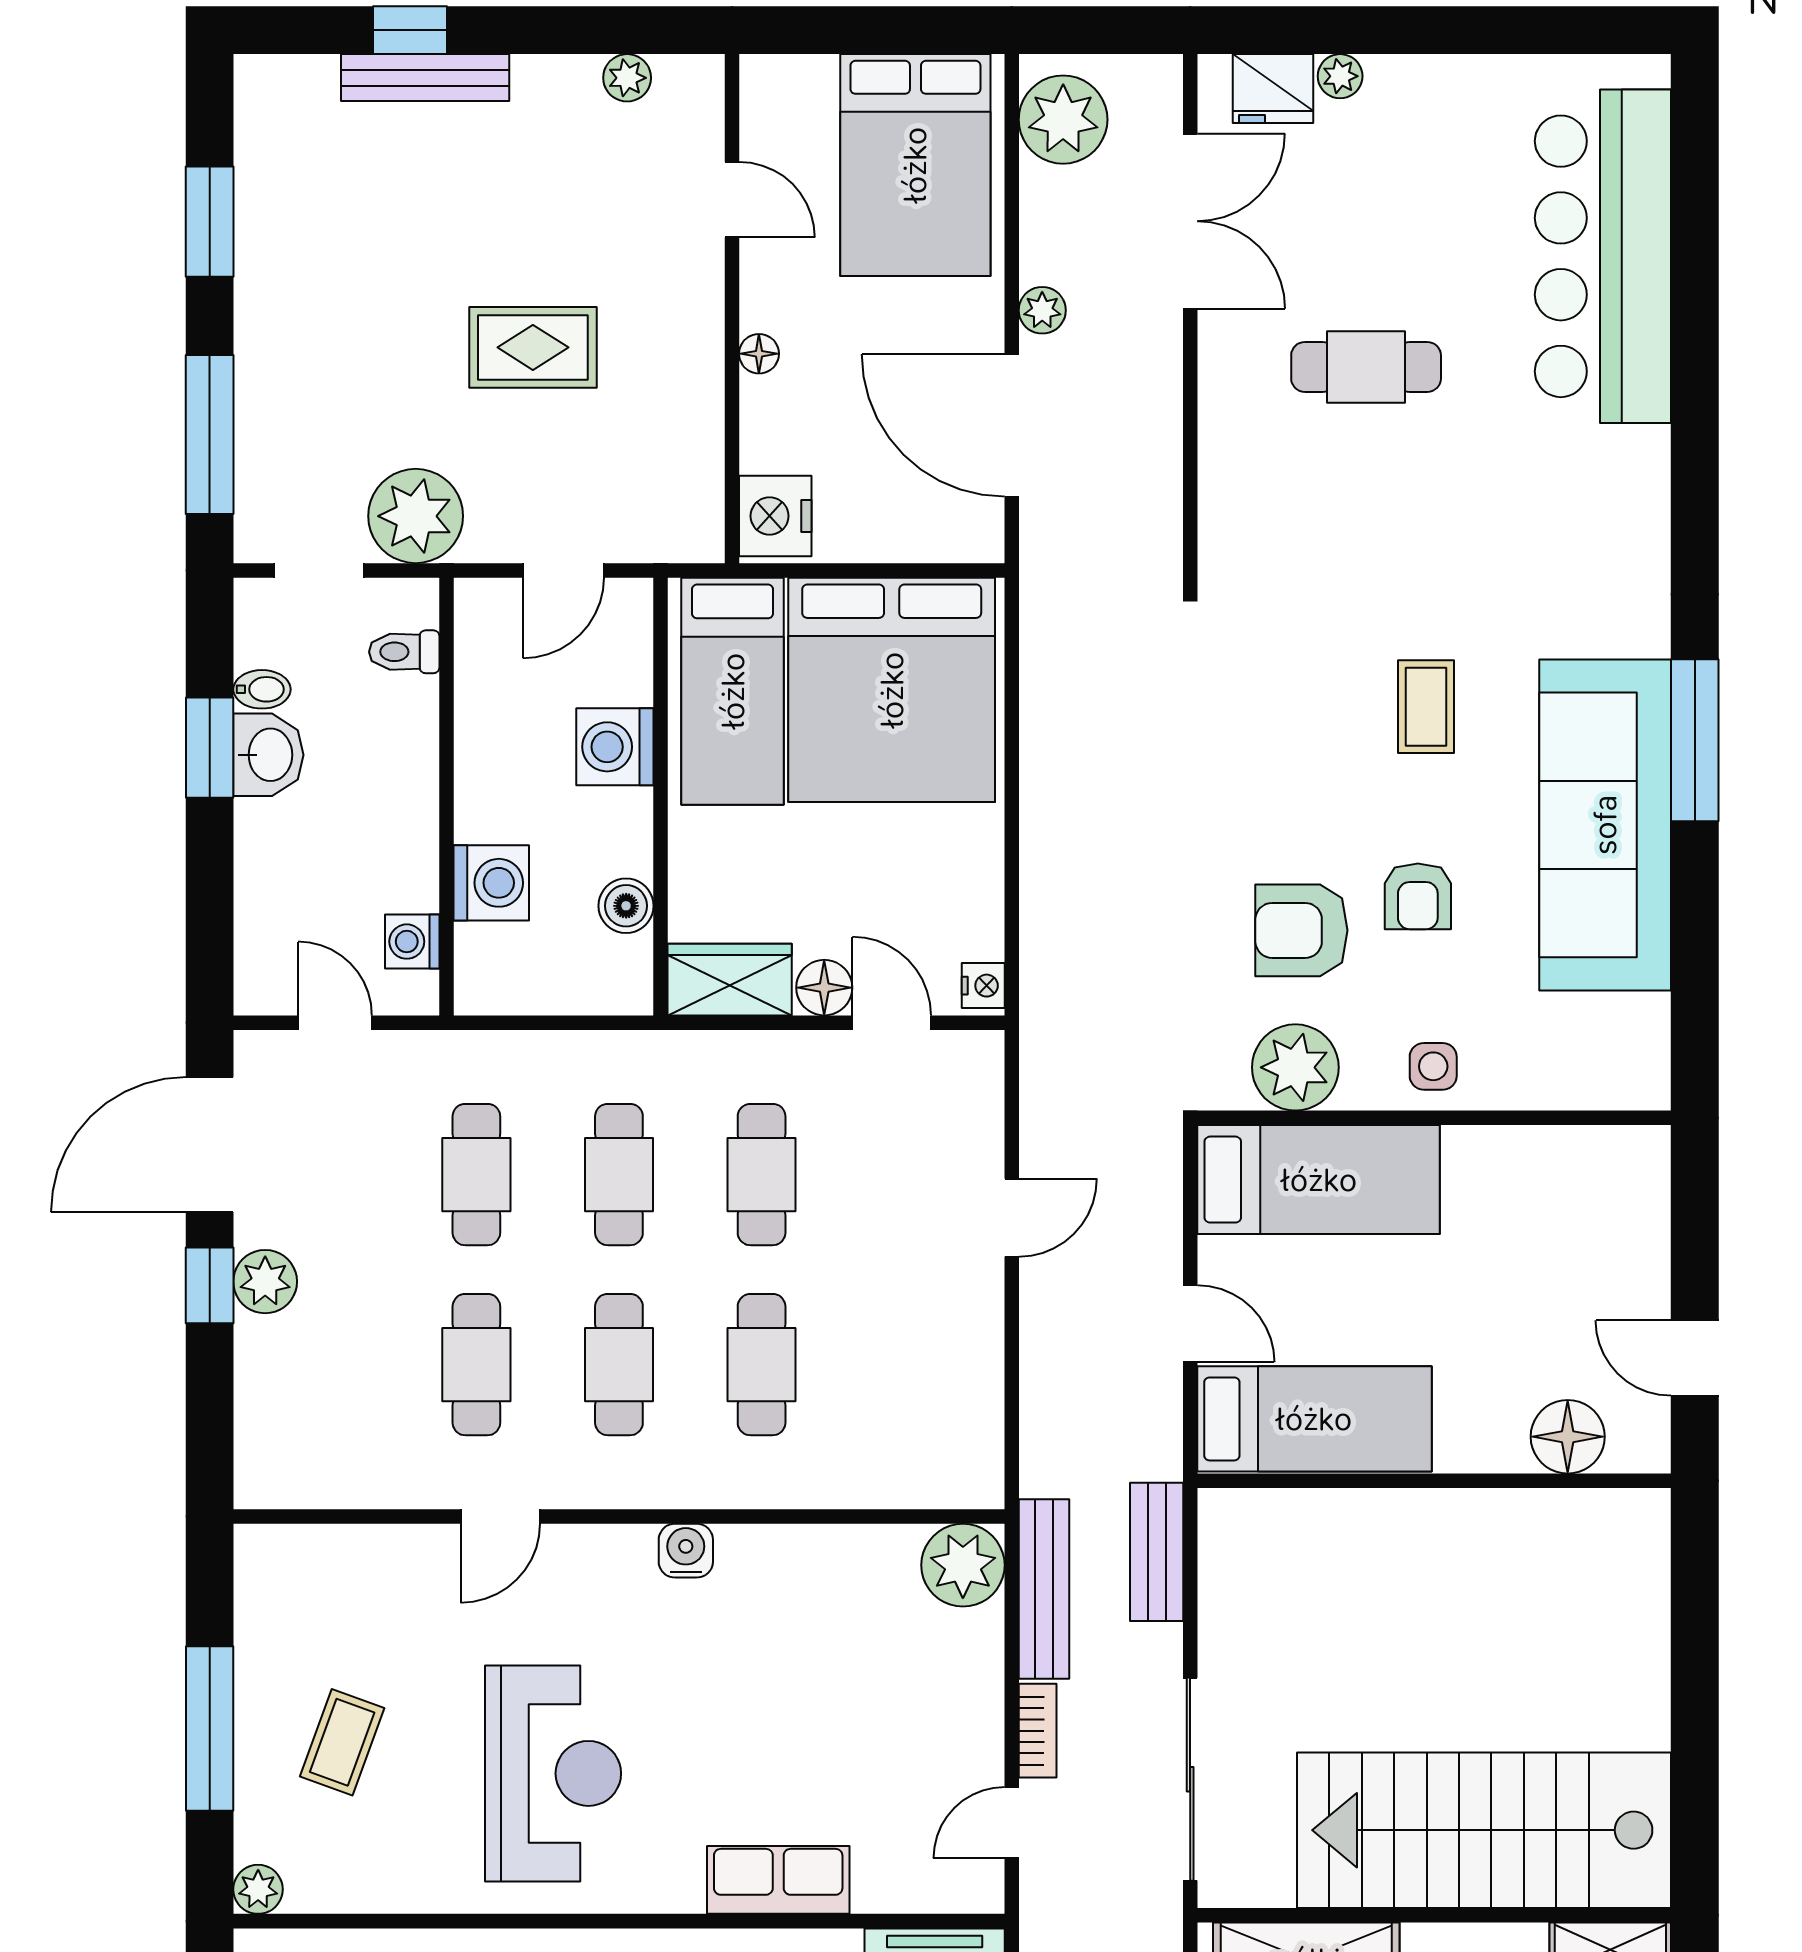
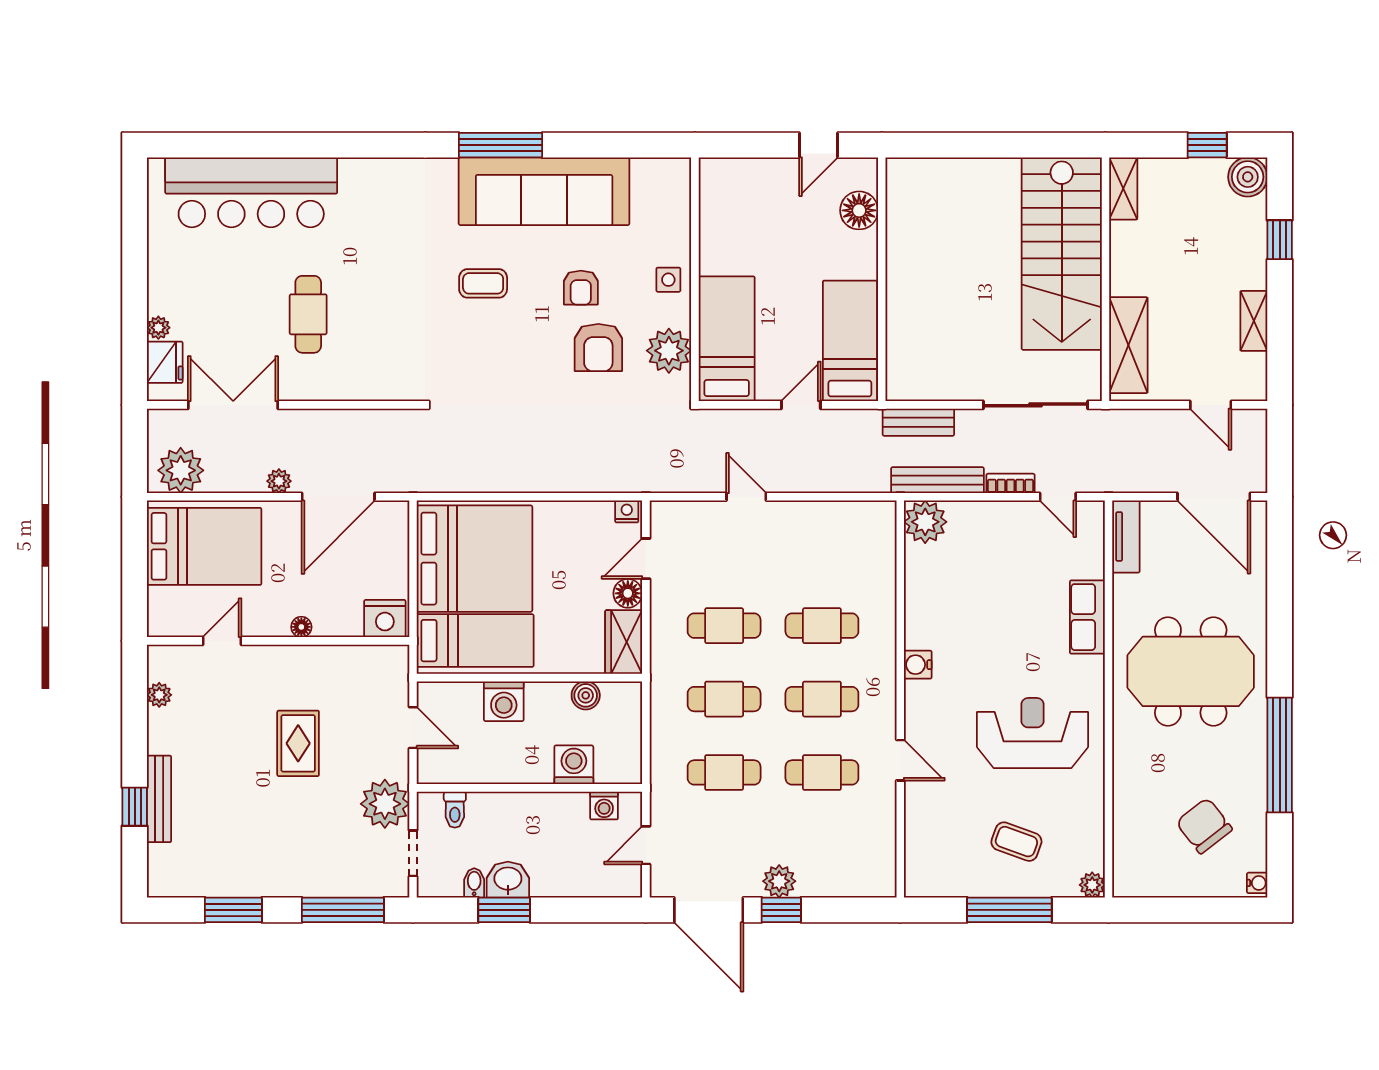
armchair: (1418, 896) -> (581, 288), turned 90

